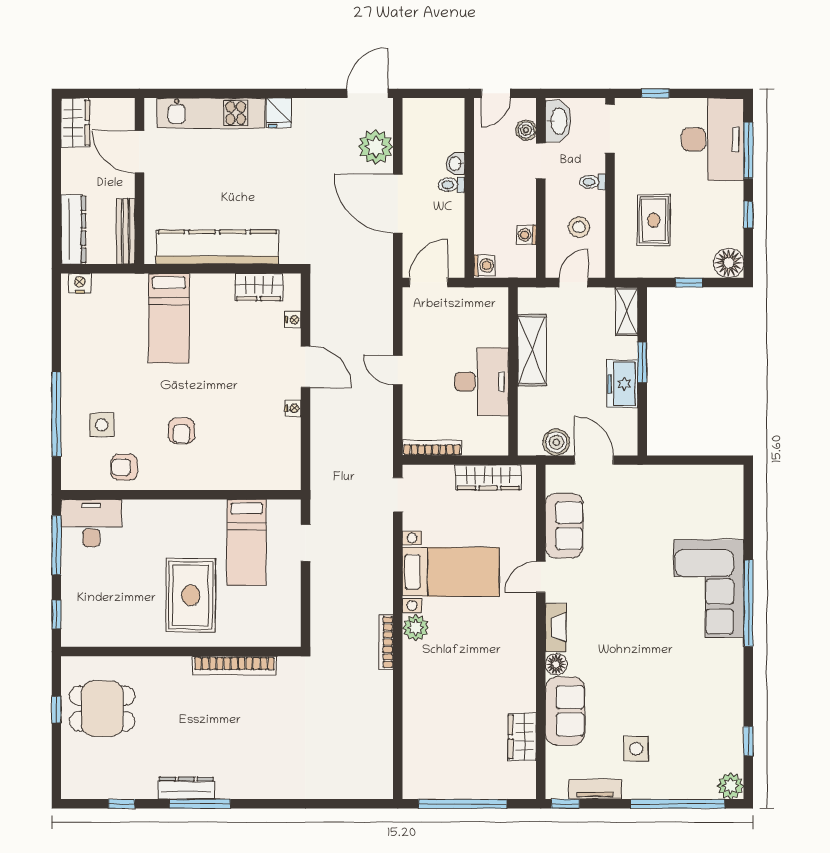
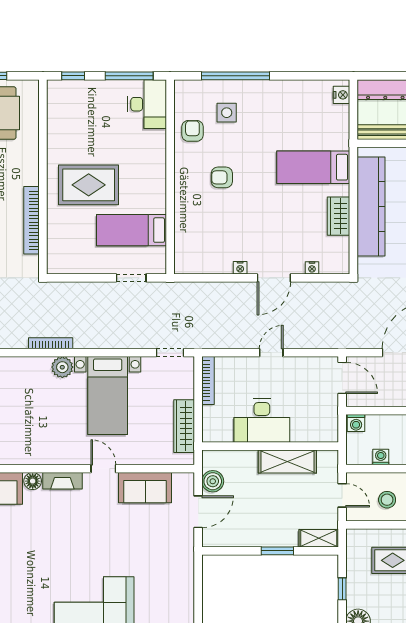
wardrobe: (259, 287) -> (339, 216), moved
freezer: (622, 384) -> (260, 535), removed

